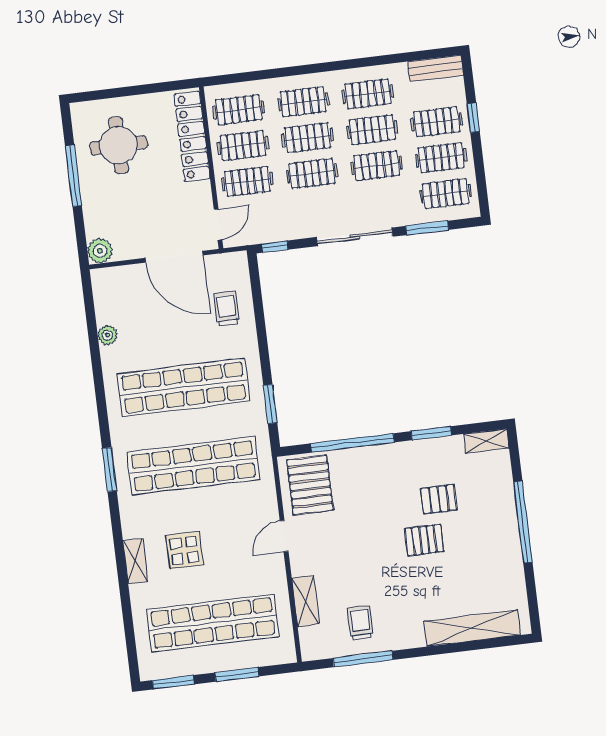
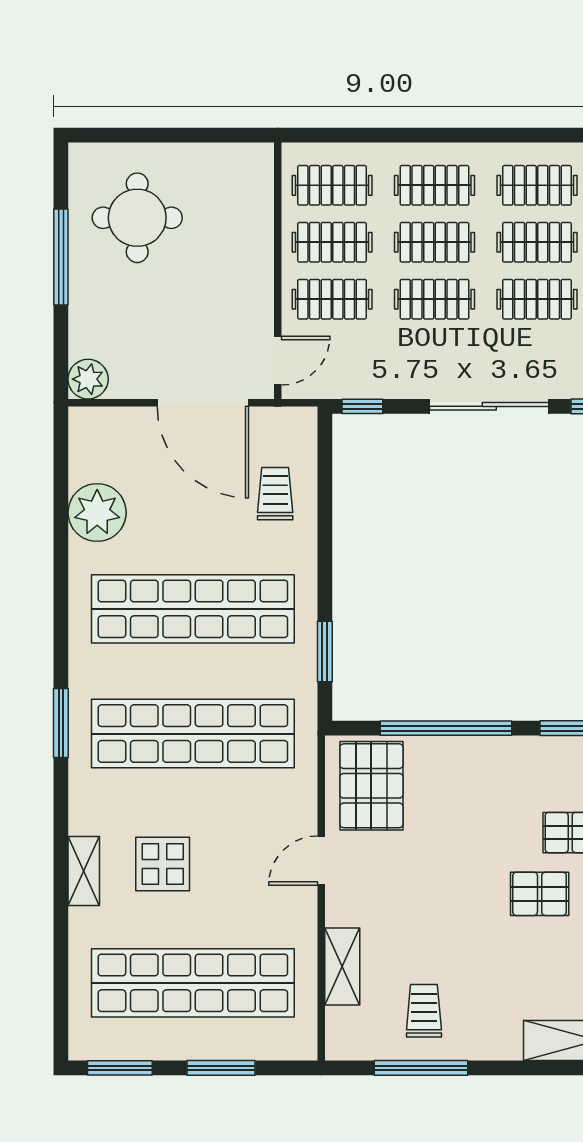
locker: (192, 136) -> (254, 218), removed
plant: (107, 335) -> (97, 513), width x1.88, depth x1.88

